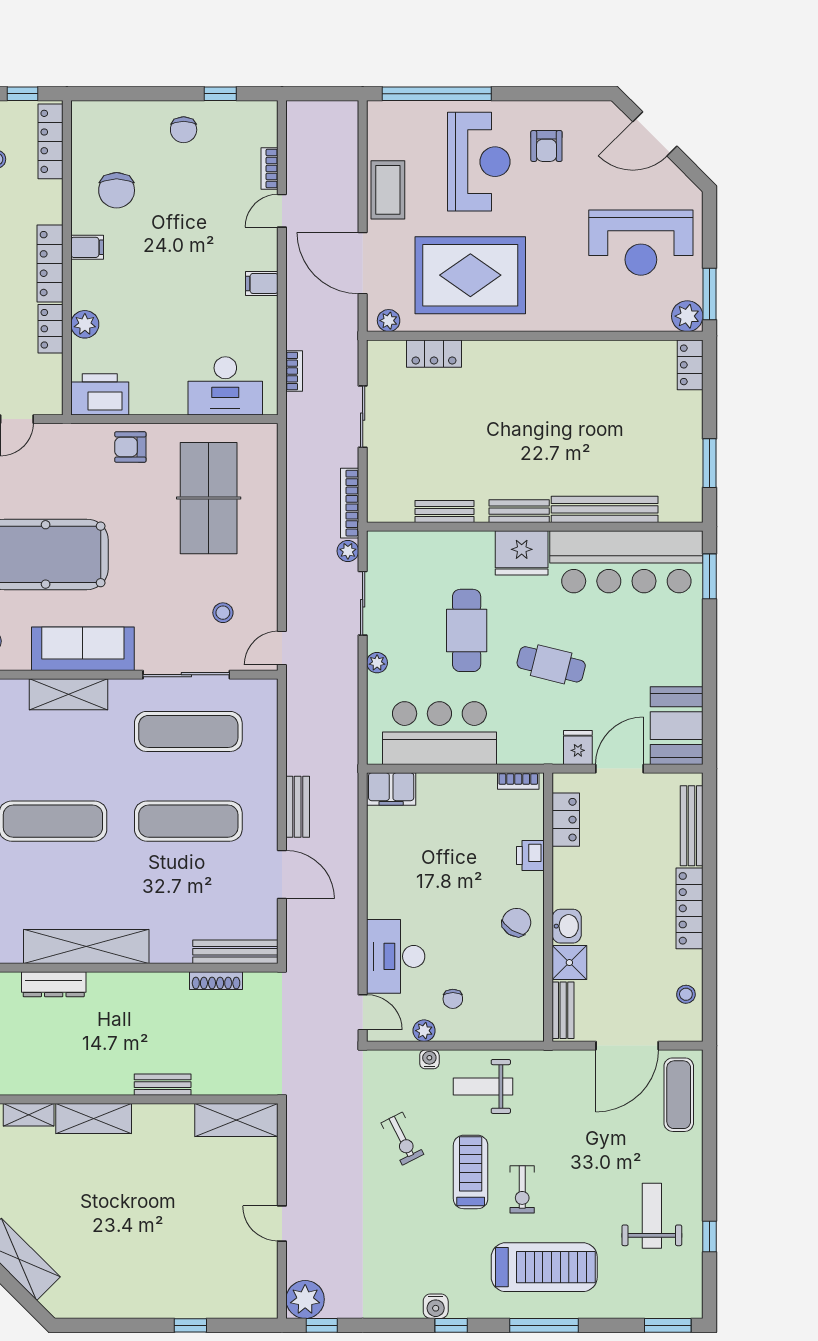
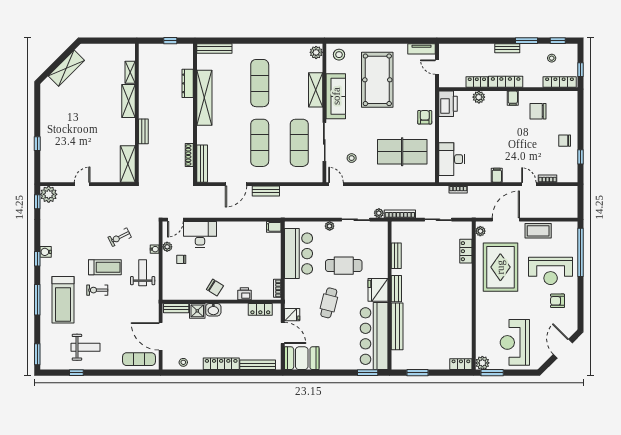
filing cabinet: (391, 789) -> (274, 227), width x0.50

